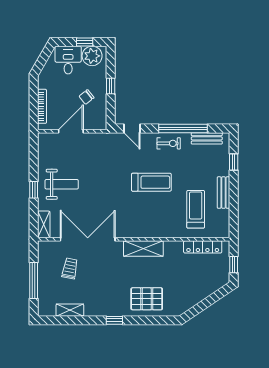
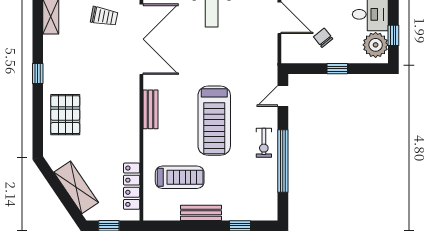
bench: (207, 138) -> (150, 109), moved
treadmill: (151, 182) -> (214, 121), width x1.37, depth x1.37
shelving: (143, 249) -> (76, 187), moved, turned -34

